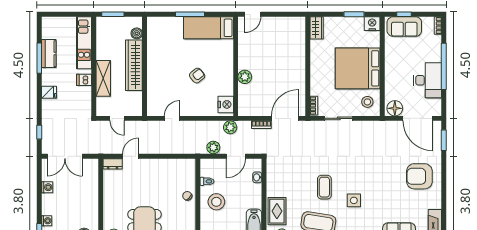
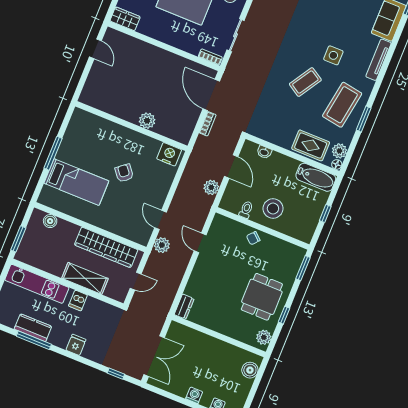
door: (253, 14) -> (95, 49), moved
bed: (208, 28) -> (76, 182), moved, turned -90
wardrobe: (134, 65) -> (106, 247), moved
plant: (230, 127) -> (162, 245), moved
door: (131, 156) -> (200, 243), moved
washing machine: (47, 187) -> (194, 395), moved
coffee table: (324, 187) -> (305, 82), turned -58

